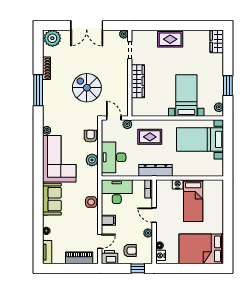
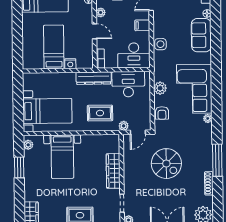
door: (114, 118) -> (138, 132), hinge flipped
desk: (114, 157) -> (128, 84), moved, turned -90
sofa: (52, 199) -> (201, 35), moved

